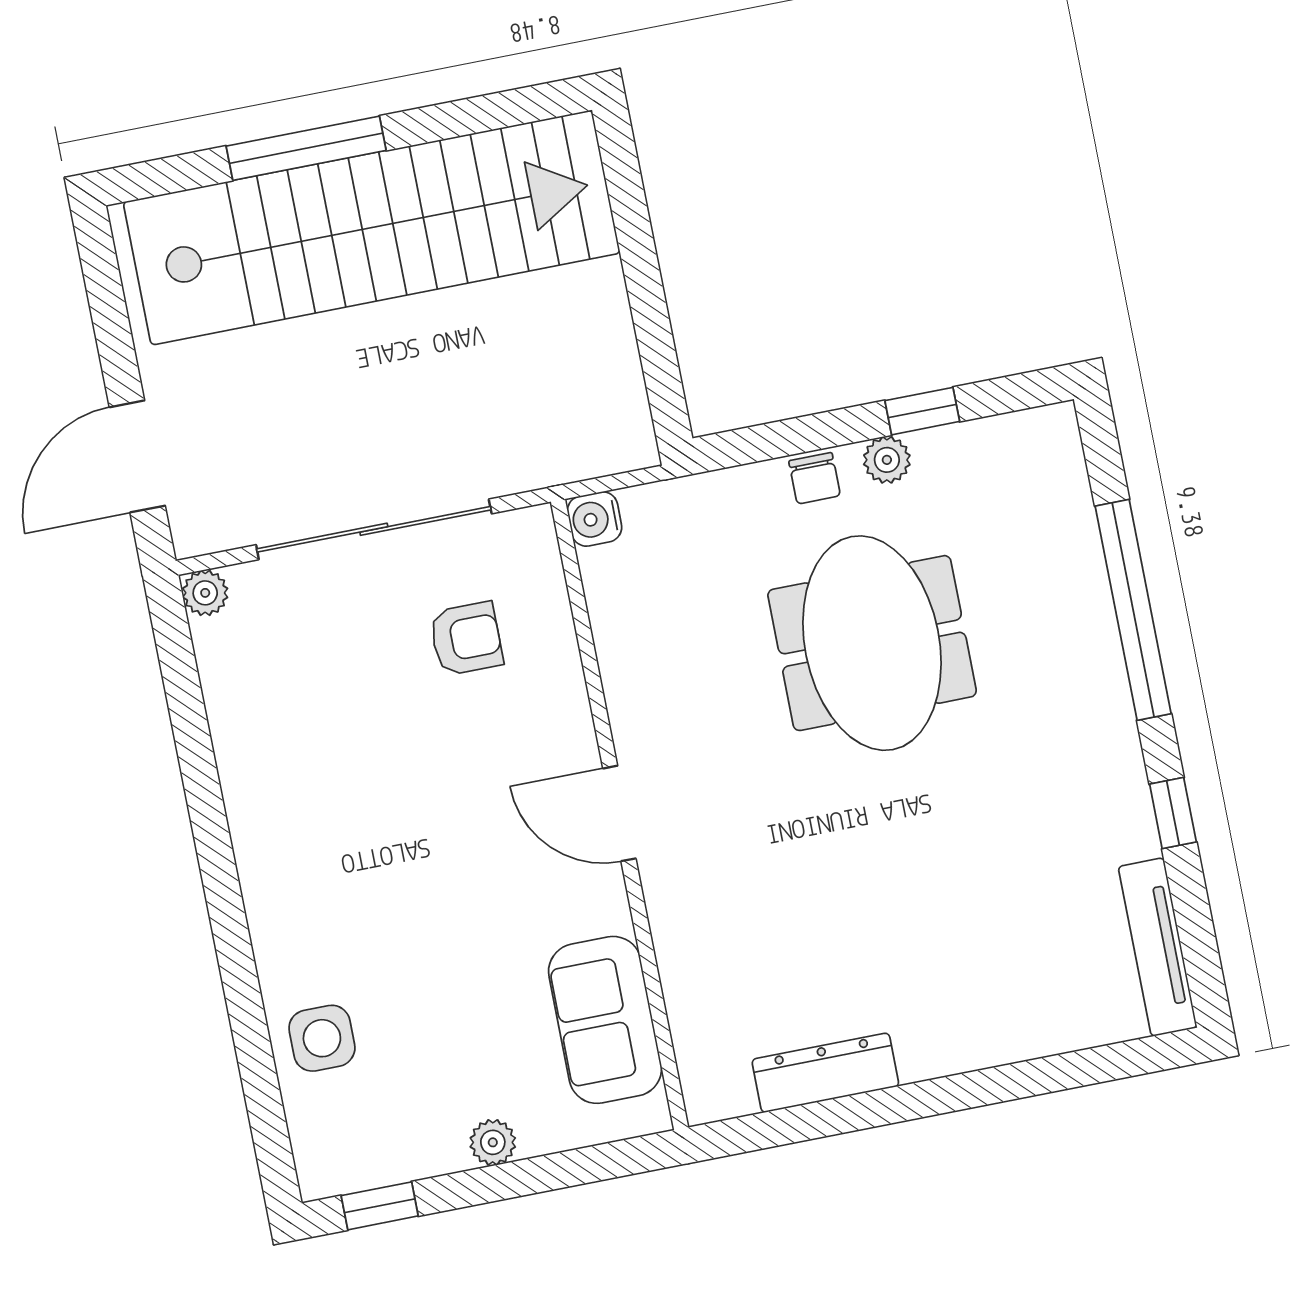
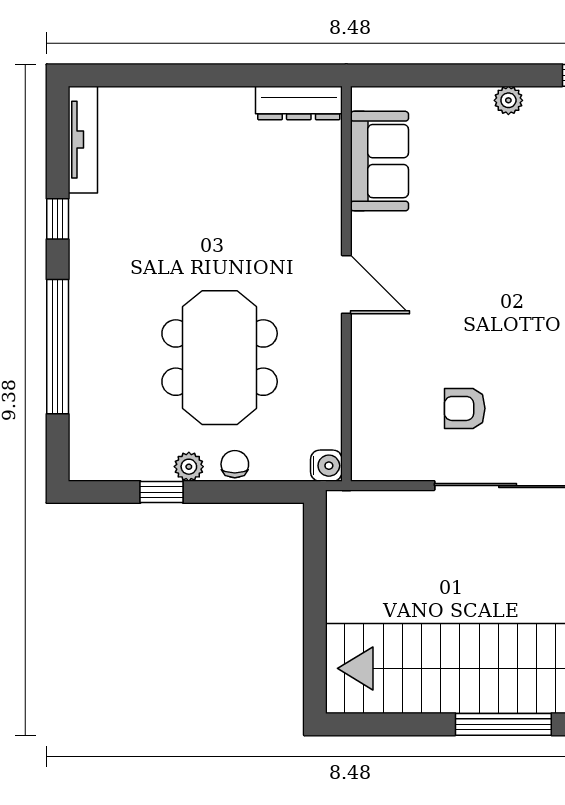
water cooler: (595, 519) -> (326, 466), moved
door: (619, 813) -> (346, 284), moved
wall: (620, 815) -> (346, 284), moved
sofa: (605, 1020) -> (379, 161), moved

